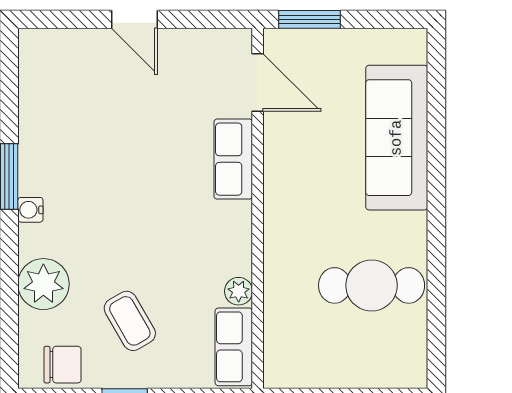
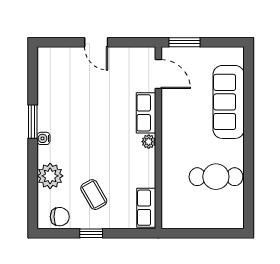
plant: (239, 291) -> (149, 142), moved

